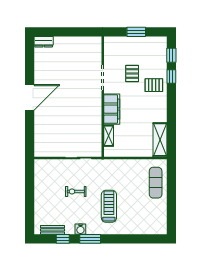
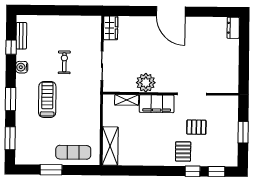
plant: (93, 119) -> (146, 83), added
shelving: (160, 140) -> (110, 146), moved, turned 90
wardrobe: (45, 151) -> (111, 28), added
window: (171, 202) -> (51, 170), added
treadmill: (109, 206) -> (47, 99), turned -90
window: (90, 239) -> (10, 99), moved
window: (144, 239) -> (10, 138), added

